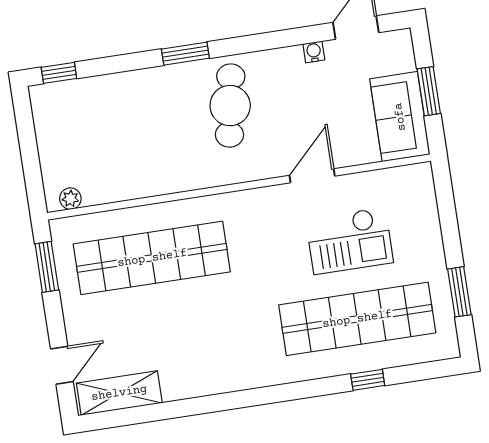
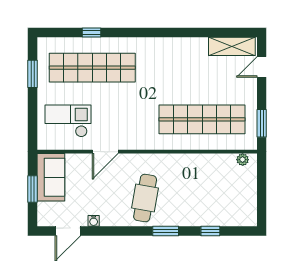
window: (59, 73) -> (210, 231), moved
checkout: (350, 241) -> (68, 121), moved

